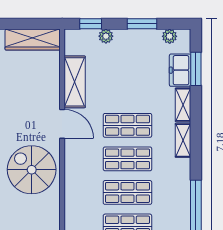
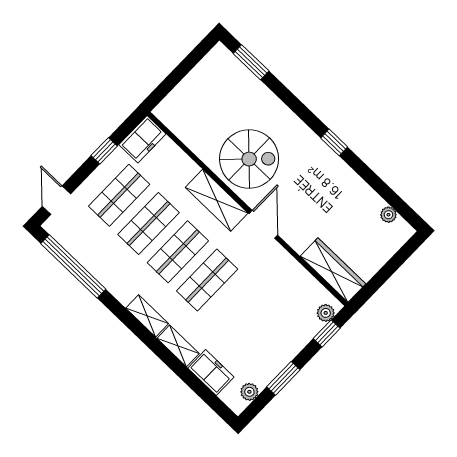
plant: (106, 36) -> (326, 313), moved
wardrobe: (33, 40) -> (333, 270), moved, turned 90
window: (196, 69) -> (199, 387), removed
shelving: (75, 82) -> (217, 200), moved
door: (62, 124) -> (263, 224), swing flipped

